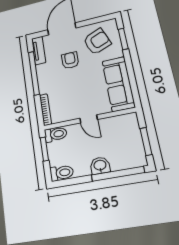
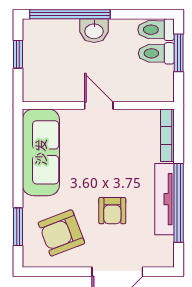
tv unit: (39, 51) -> (165, 199), moved, width x1.41
toilet: (56, 134) -> (156, 53), moved
window: (146, 141) -> (18, 54), width x0.67
window: (44, 149) -> (179, 53), moved

